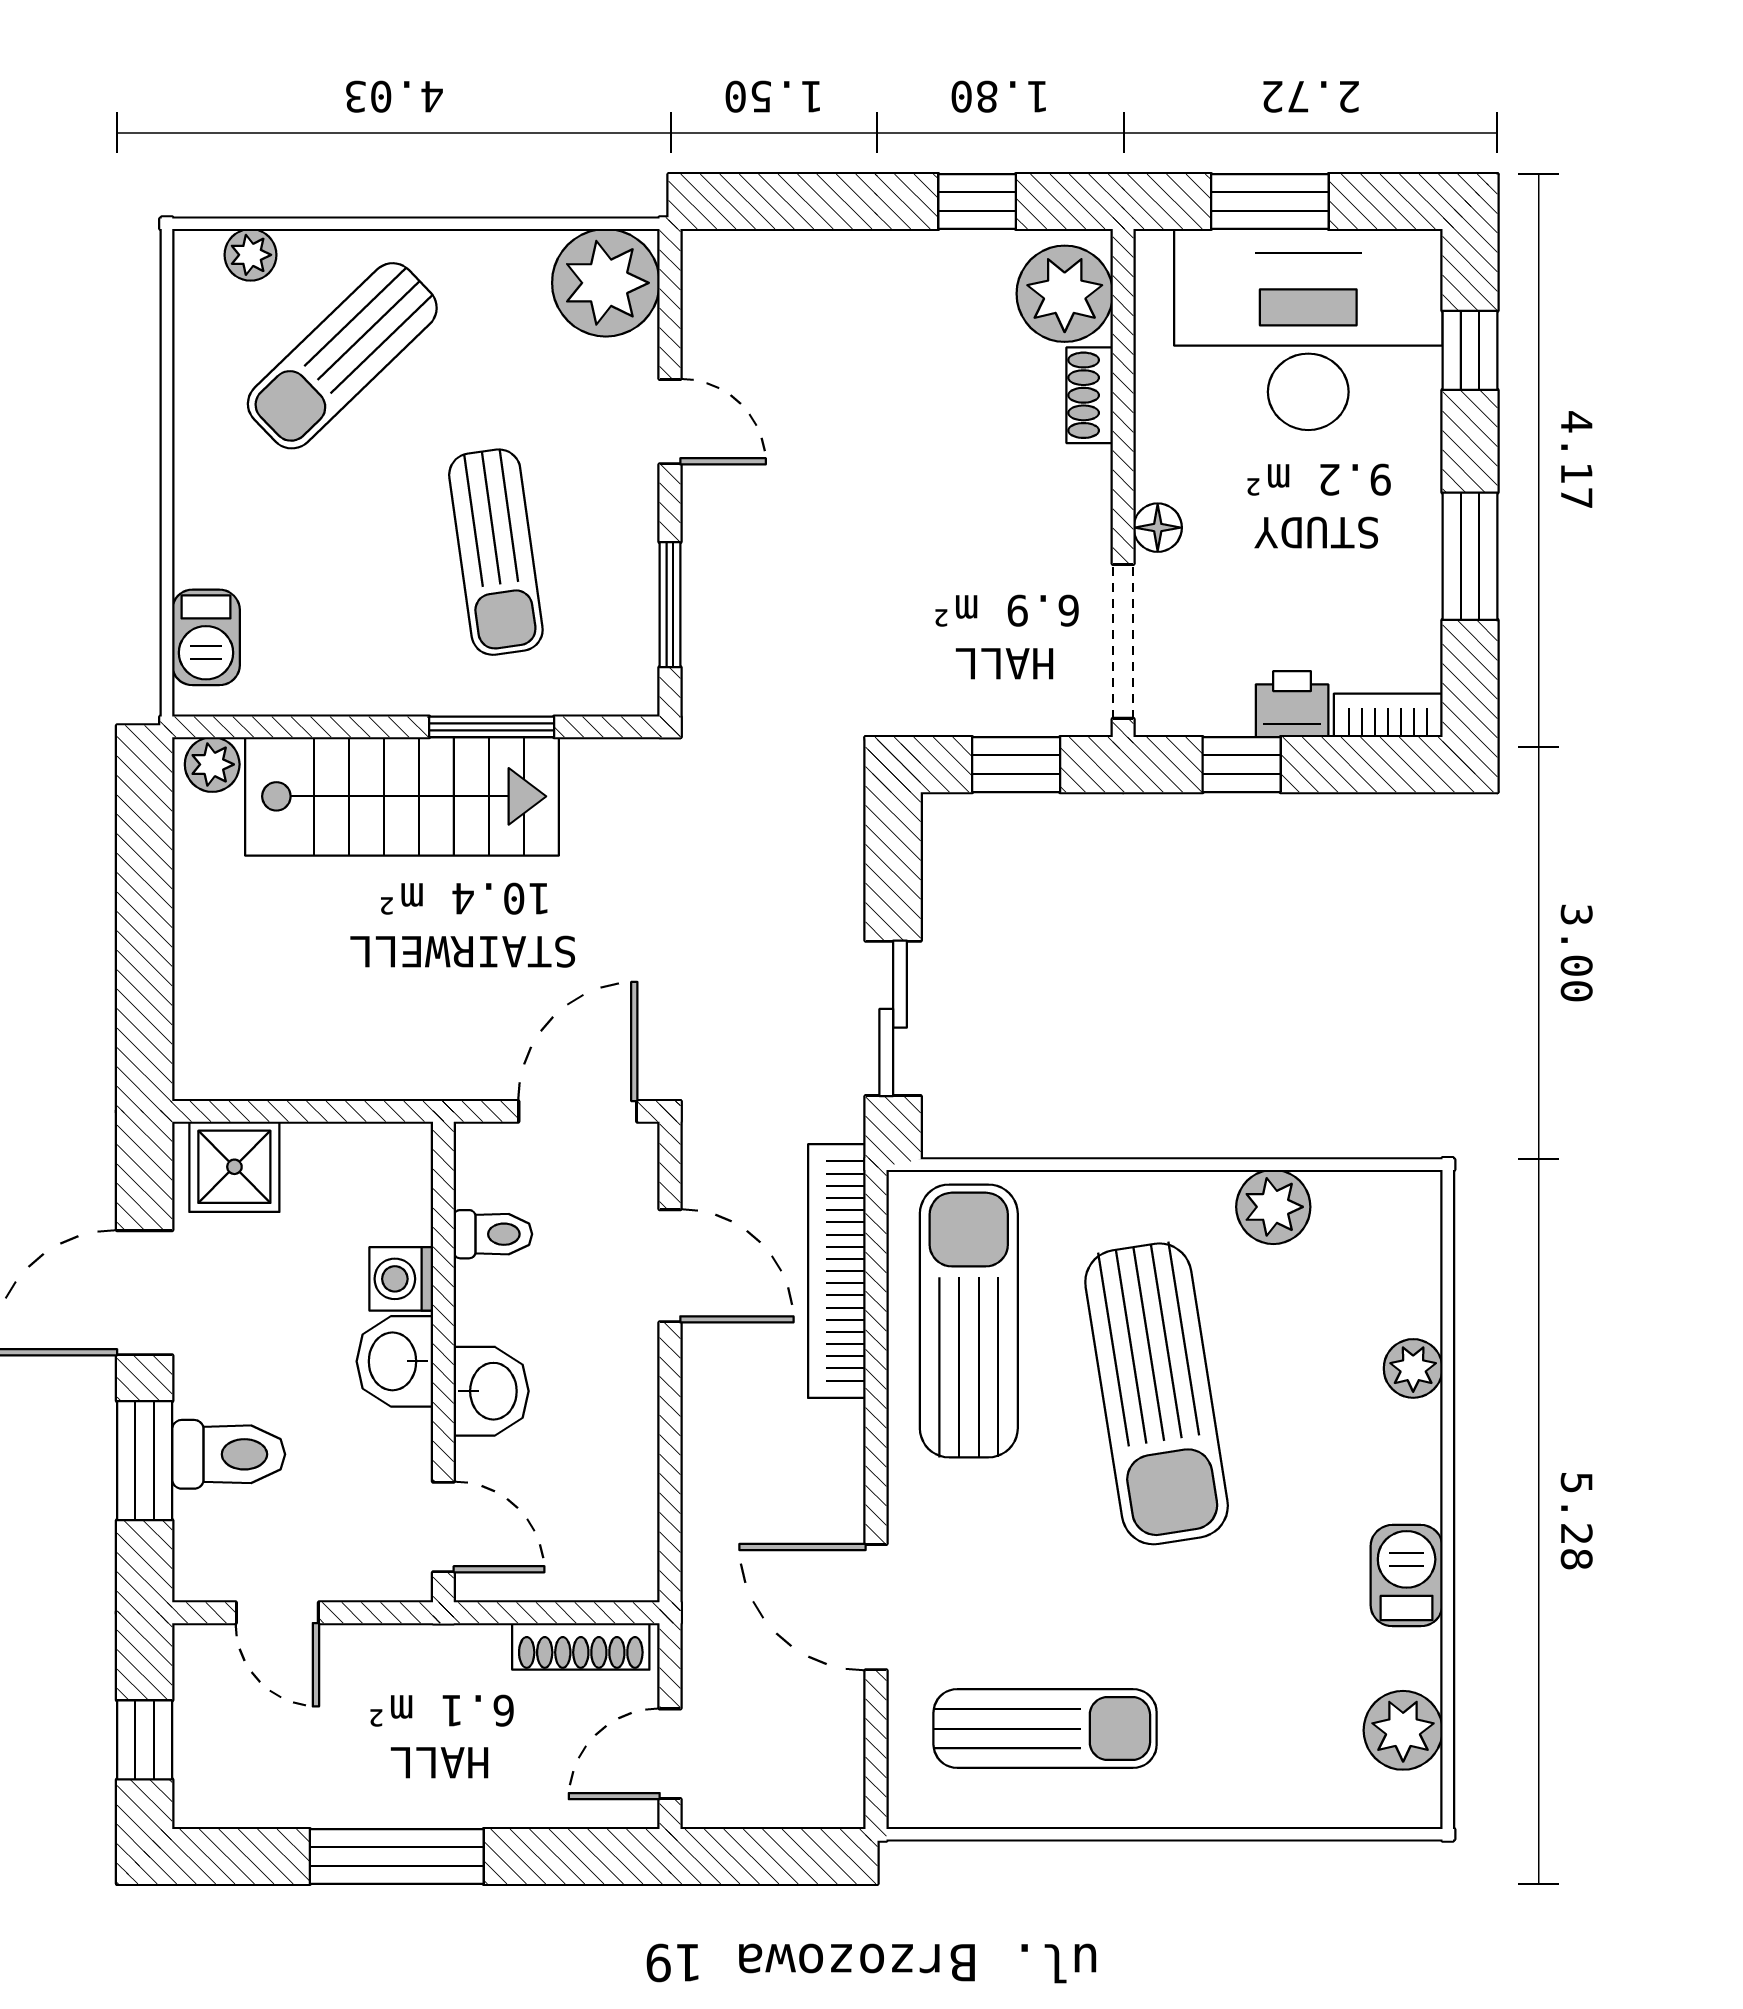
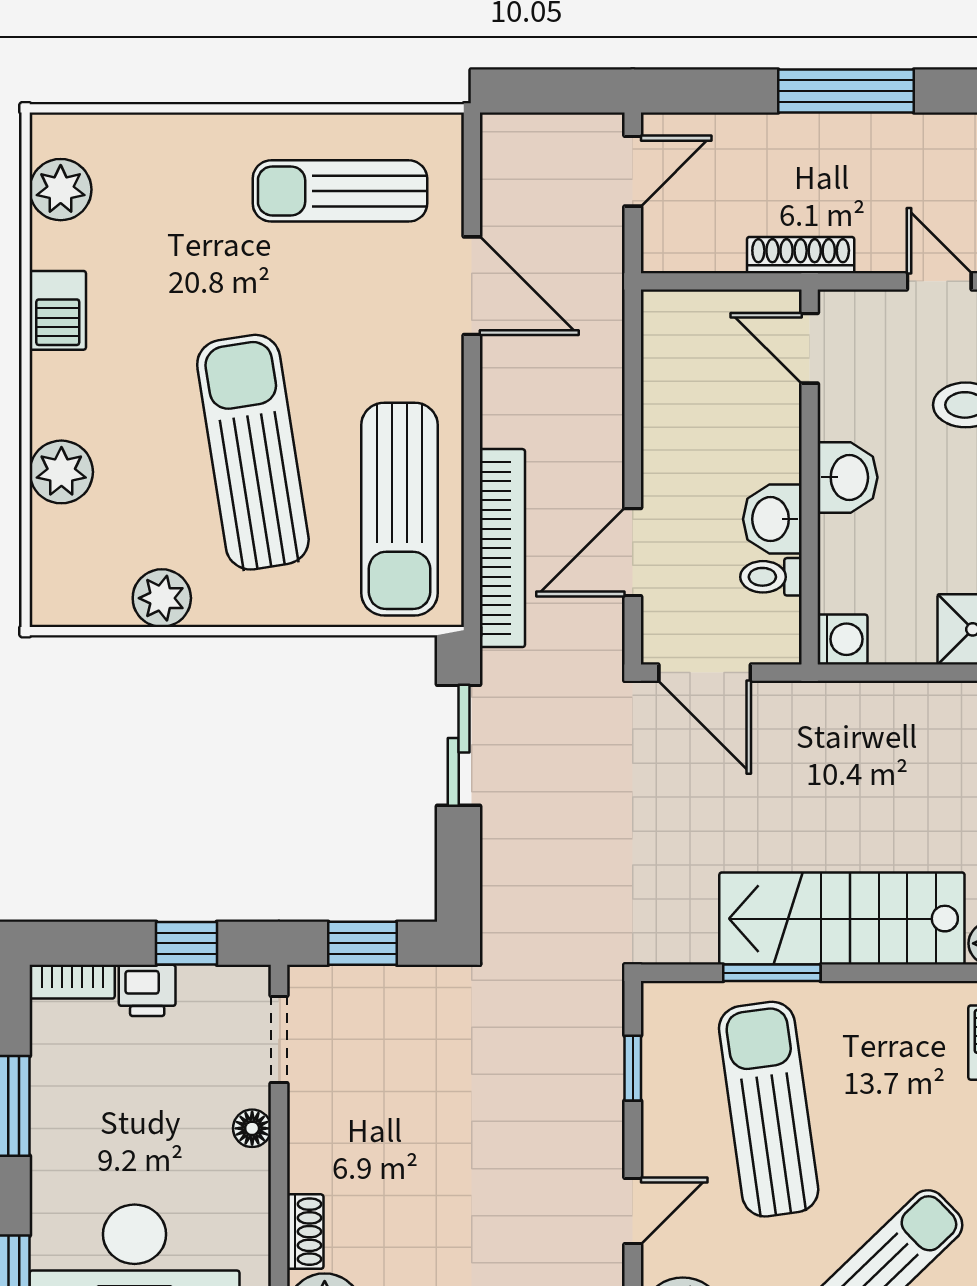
door: (670, 422) -> (633, 1211), swing flipped
sun lounger: (496, 552) -> (769, 1109), width x1.36, depth x1.34
window: (670, 605) -> (633, 1068), width x0.67
doorway: (1123, 641) -> (279, 1039), width x0.73
door: (578, 1111) -> (705, 673), hinge flipped
door: (670, 1266) -> (633, 552), hinge flipped
washing machine: (401, 1279) -> (842, 639), moved
plant: (1413, 1368) -> (61, 472), width x1.38, depth x1.38
washbasin: (491, 1391) -> (772, 519), moved
shoe rack: (581, 1646) -> (801, 255), moved

